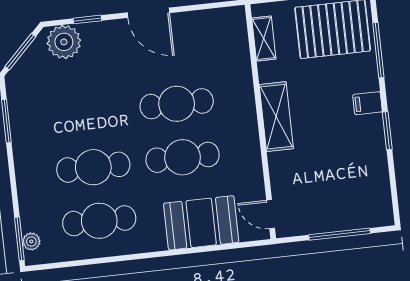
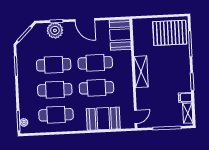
shelving: (264, 39) -> (188, 113), moved
booth: (226, 40) -> (120, 35), added
plant: (64, 42) -> (55, 30), moved
filing cabinet: (368, 103) -> (185, 97), moved
cafe table: (87, 114) -> (54, 65), added
door: (271, 214) -> (136, 117), swing flipped

